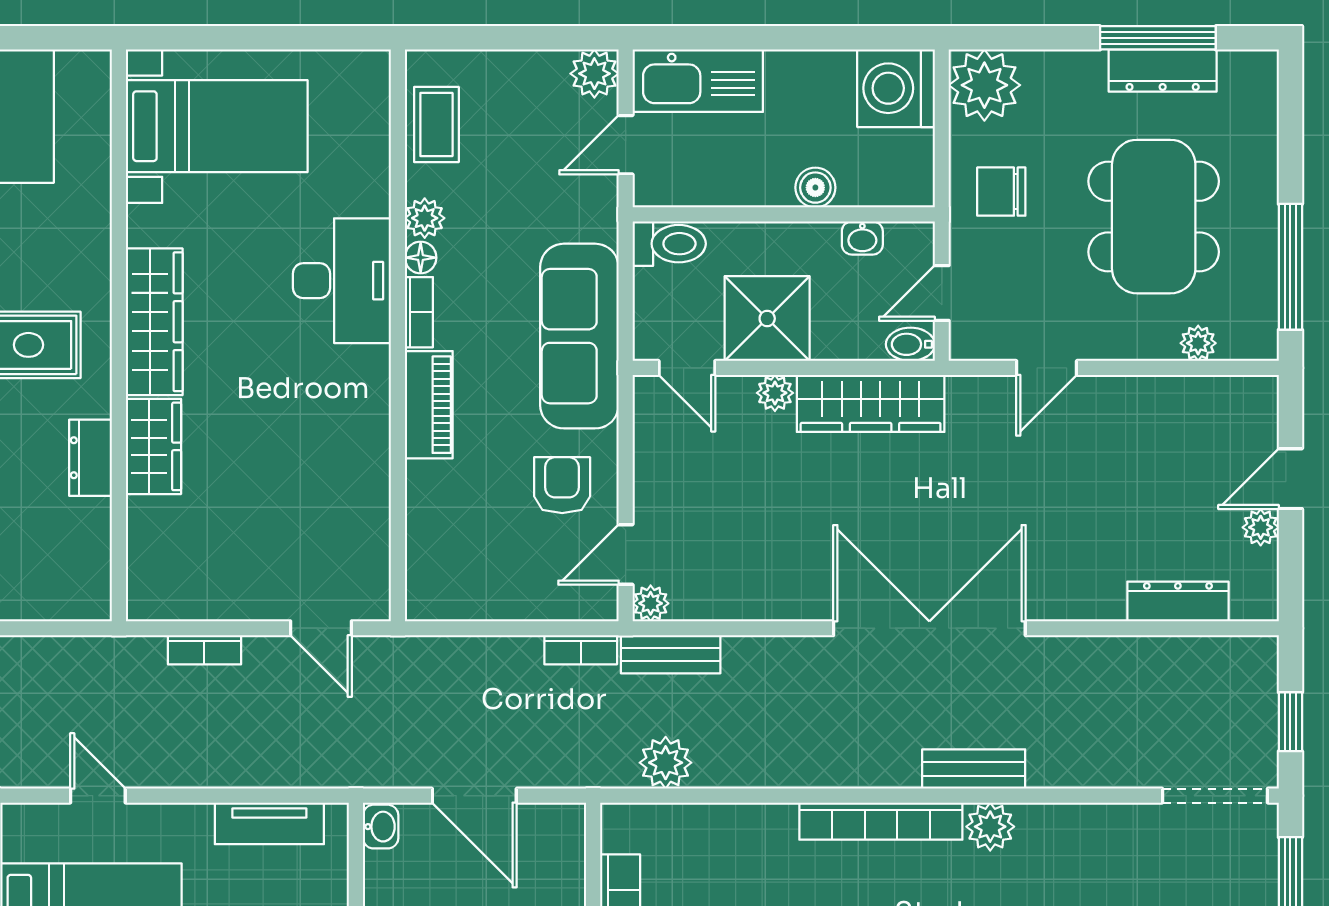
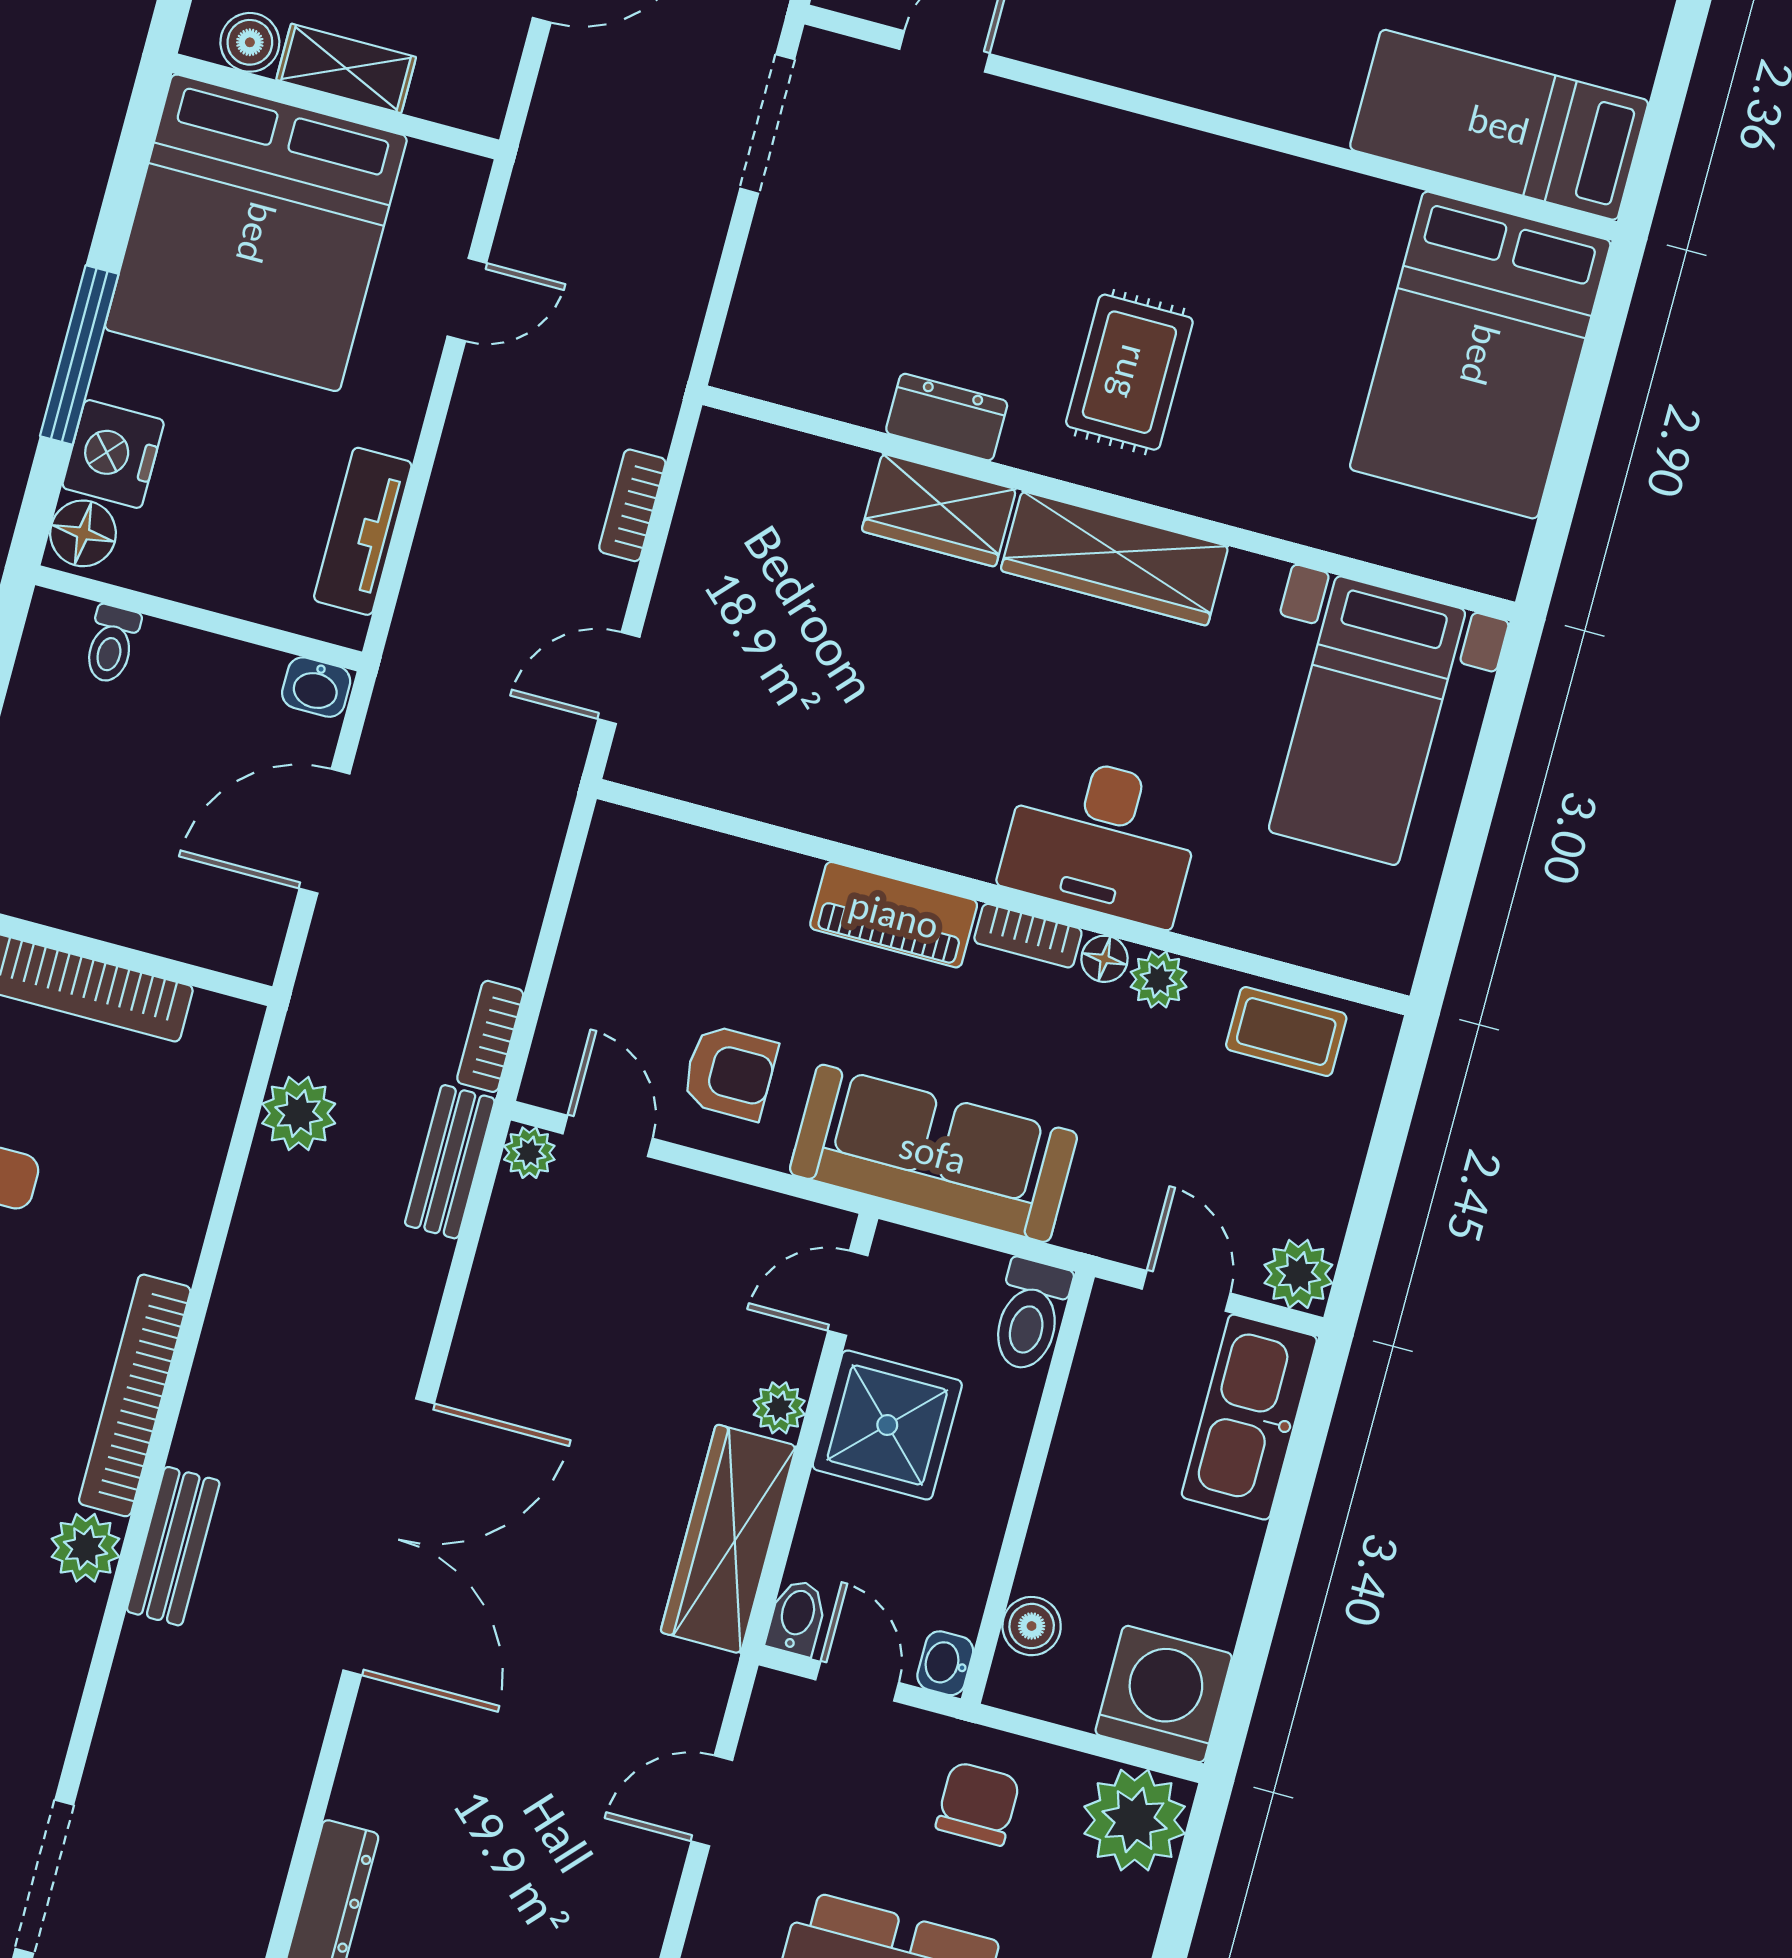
boiler: (815, 188) -> (1032, 1626), moved
washbasin: (862, 238) -> (945, 1663), moved
door: (1047, 368) -> (712, 1801), hinge flipped

